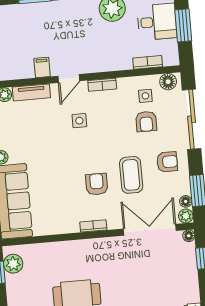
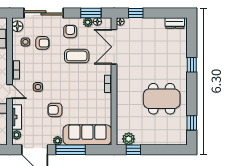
armchair: (97, 184) -> (55, 110), moved
plant: (186, 216) -> (88, 22), moved

